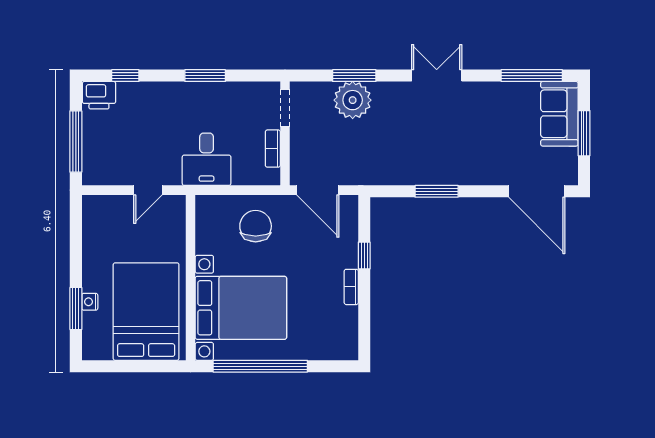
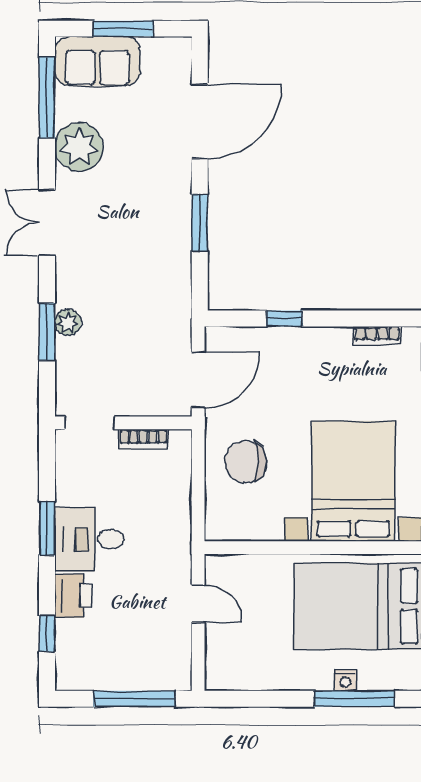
printer: (99, 95) -> (73, 596), moved
plant: (353, 100) -> (68, 322), width x0.53, depth x0.53
plant: (494, 100) -> (79, 147), added
desk: (207, 159) -> (89, 539), moved, turned 180
door: (537, 191) -> (200, 121), moved
bookcase: (351, 287) -> (377, 336), moved
window: (76, 308) -> (354, 699), width x1.44

